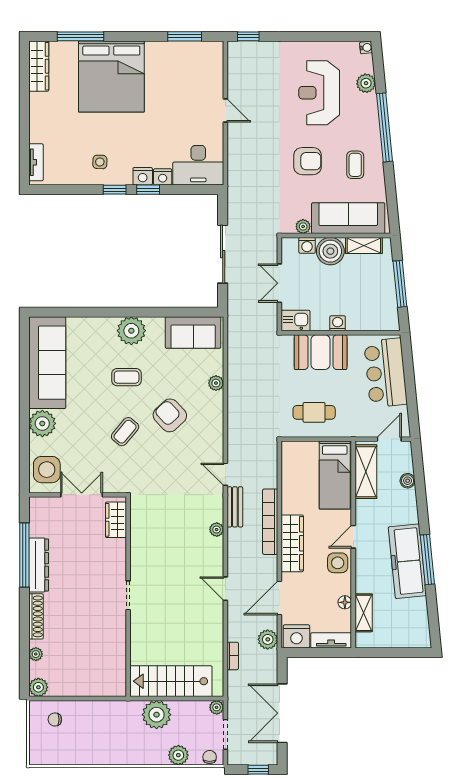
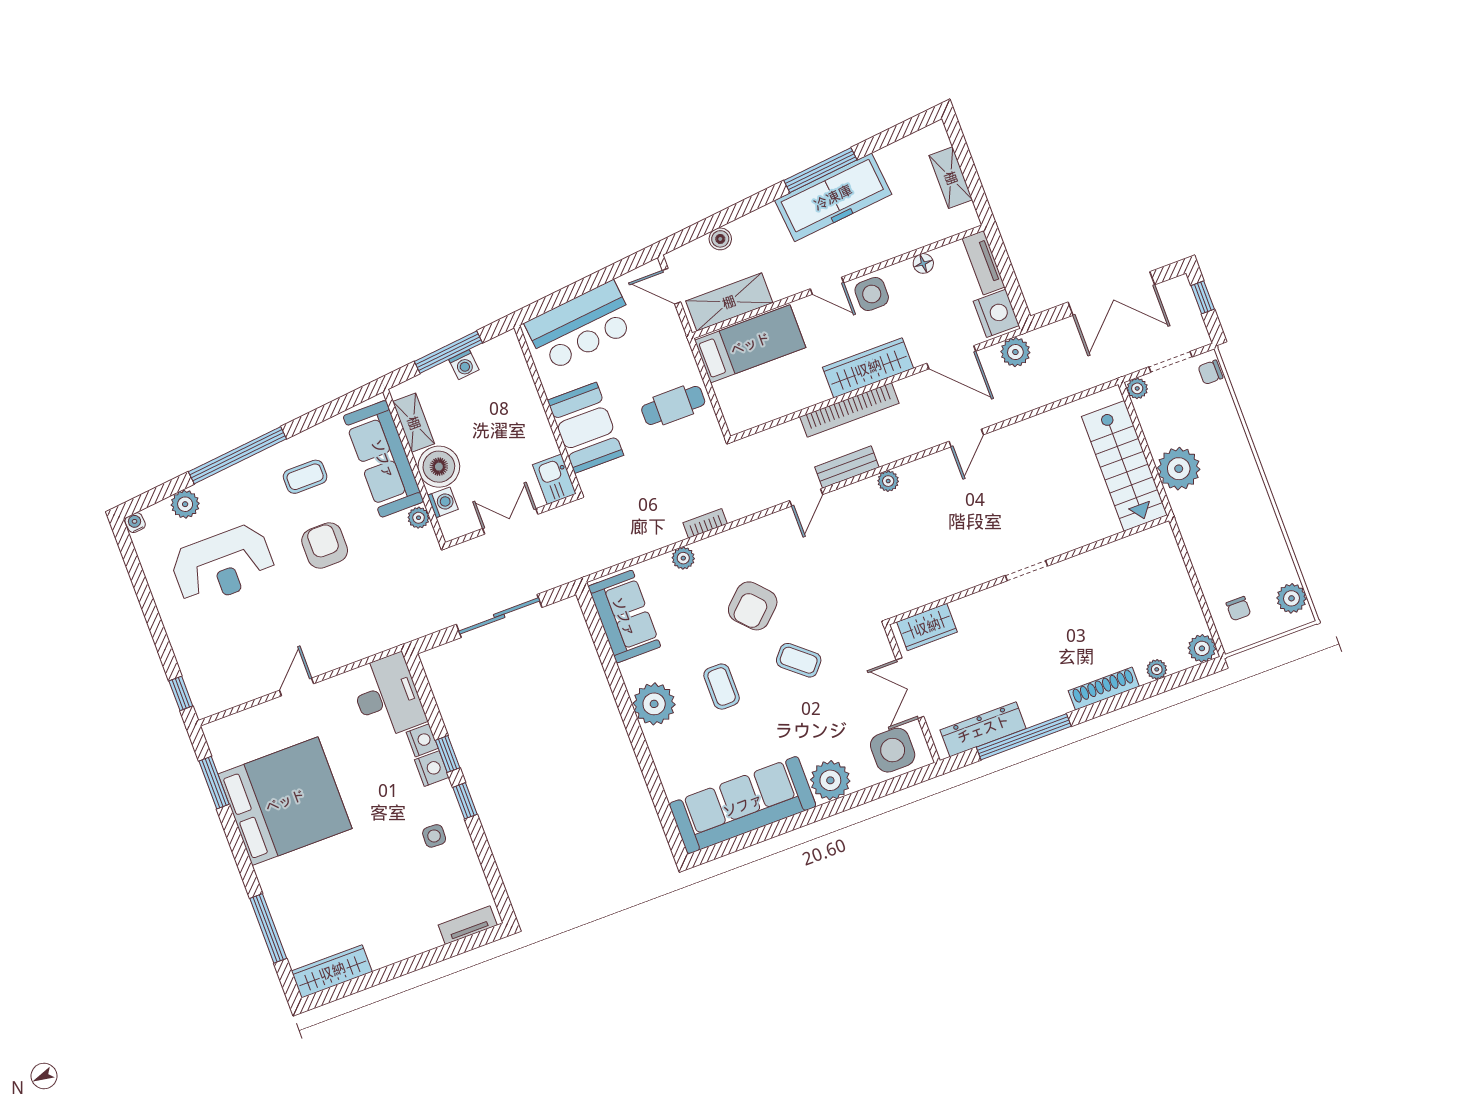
bed: (111, 77) -> (285, 801), moved
double door: (279, 283) -> (510, 521), swing flipped
washing machine: (338, 323) -> (464, 365), moved, turned -96
cafe table: (314, 412) -> (673, 405), turned 90
dresser: (39, 565) -> (983, 729), moved
shelving: (364, 613) -> (951, 178), moved, turned 90
bookcase: (233, 656) -> (705, 523), moved
plant: (178, 755) -> (1292, 598), moved

